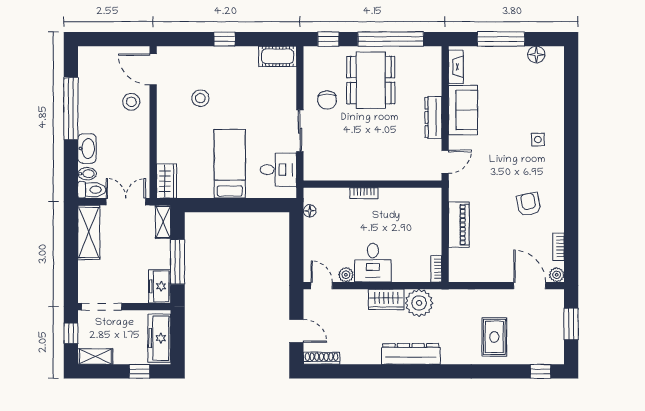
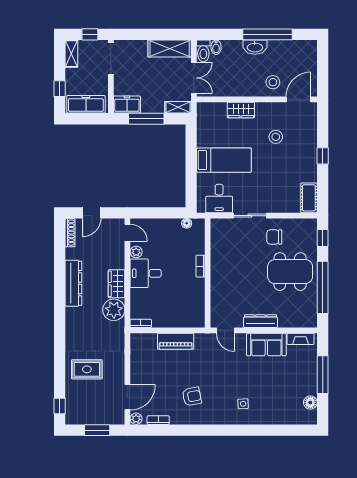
washbasin: (87, 149) -> (255, 47), moved
wardrobe: (166, 181) -> (241, 110), moved
door: (322, 286) -> (127, 233), hinge flipped
dresser: (411, 354) -> (73, 283), moved

